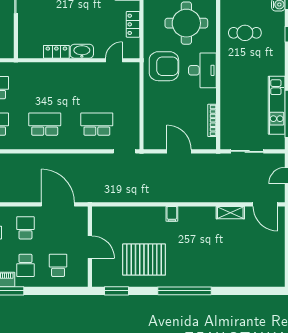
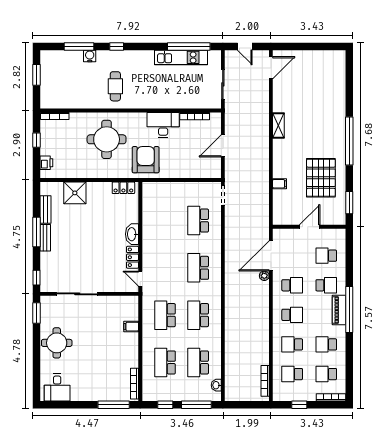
locker: (133, 24) -> (123, 188), moved
door: (114, 60) -> (140, 279), moved
desk: (202, 70) -> (163, 125), moved
plant: (36, 197) -> (264, 276), added
shelving: (230, 213) -> (278, 125), moved
filing cabinet: (172, 214) -> (280, 184), moved
school desk: (25, 228) -> (292, 285), turned 180

